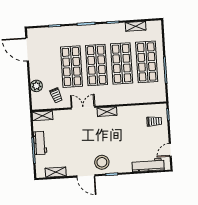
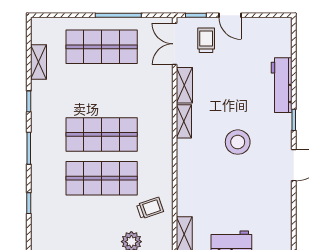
shop shelf: (122, 63) -> (102, 91), removed
double door: (83, 108) -> (175, 44), moved
door: (170, 150) -> (230, 15), moved
stool: (102, 162) -> (238, 142), moved
workbench: (148, 165) -> (282, 85), moved
shelving: (56, 172) -> (184, 85), moved

